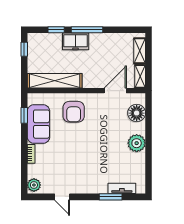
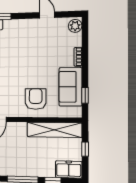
freezer: (76, 41) -> (69, 169), moved
window: (24, 49) -> (85, 149), moved

